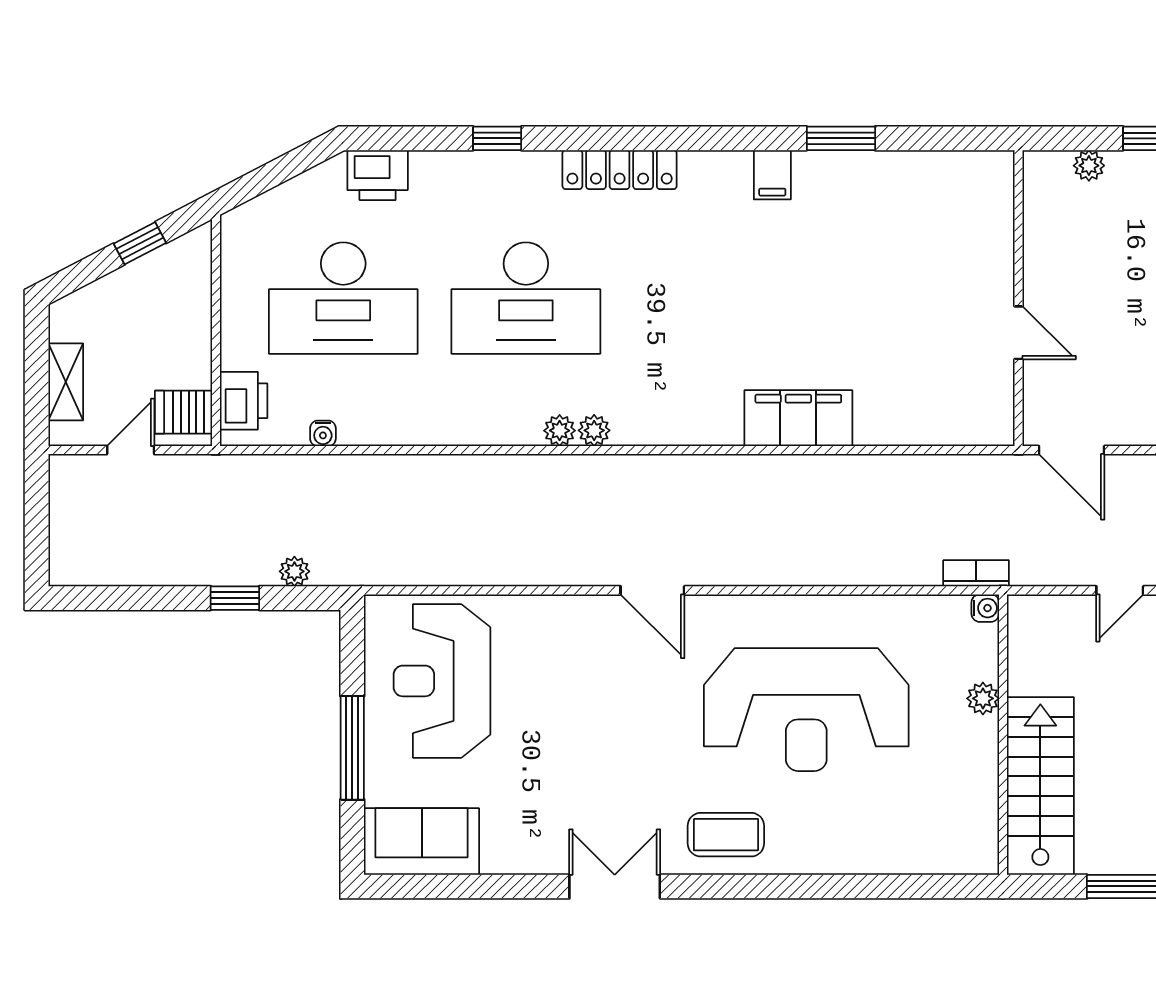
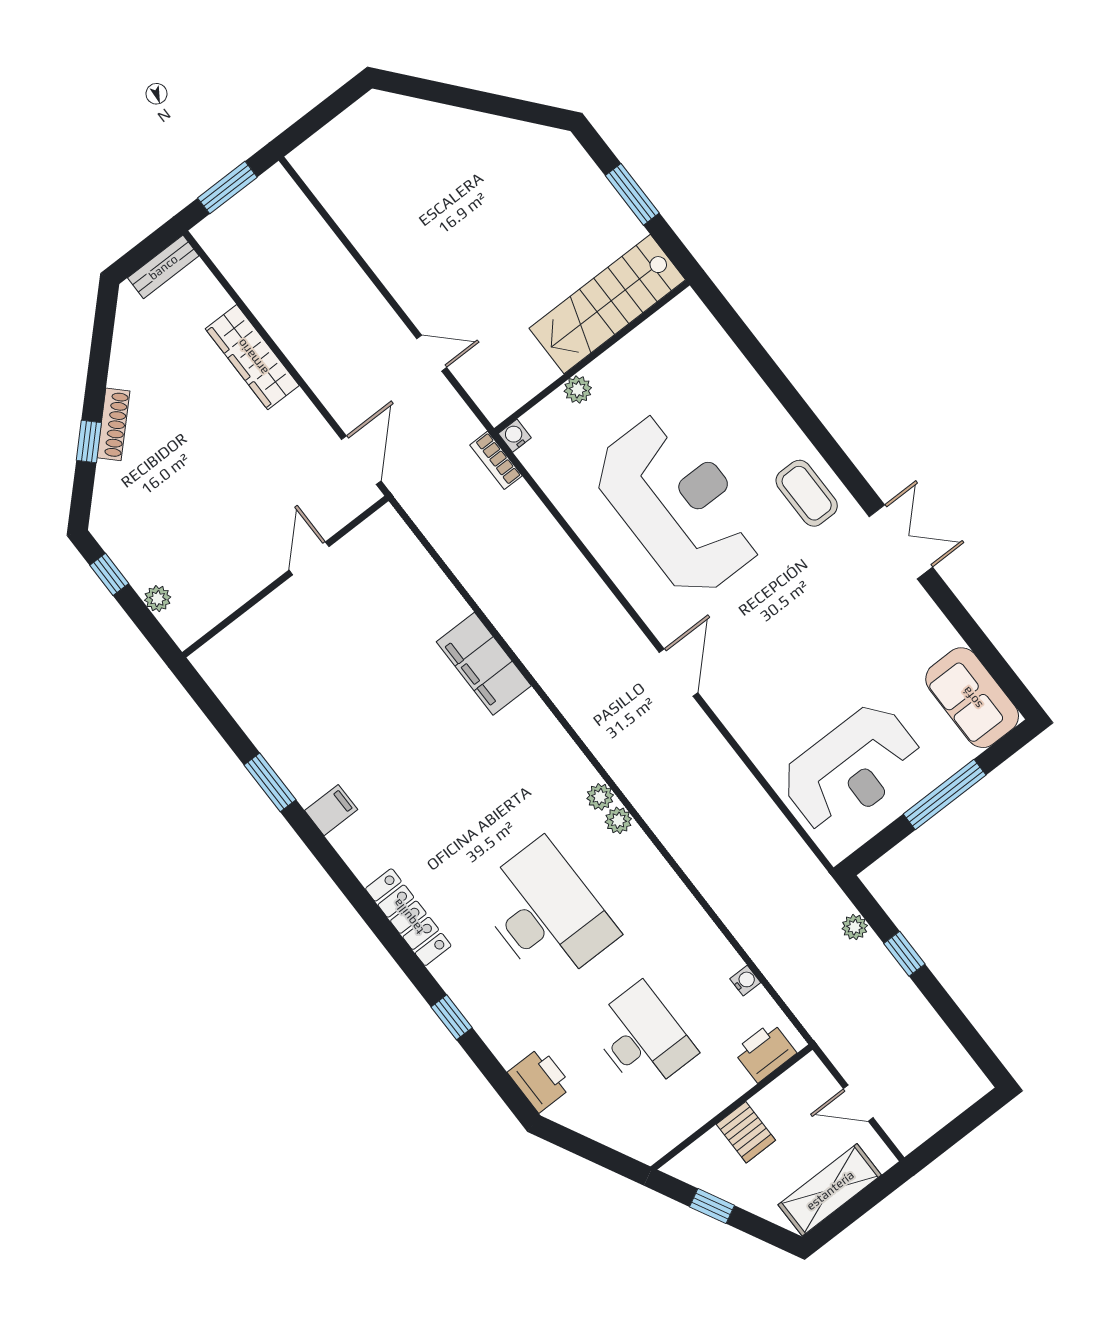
desk: (343, 298) -> (642, 1038), width x0.73, depth x0.77
shelving: (66, 382) -> (830, 1190), width x1.50, depth x1.33
server rack: (184, 412) -> (746, 1132), moved
double door: (615, 886) -> (901, 542), swing flipped

